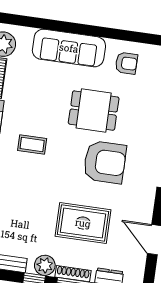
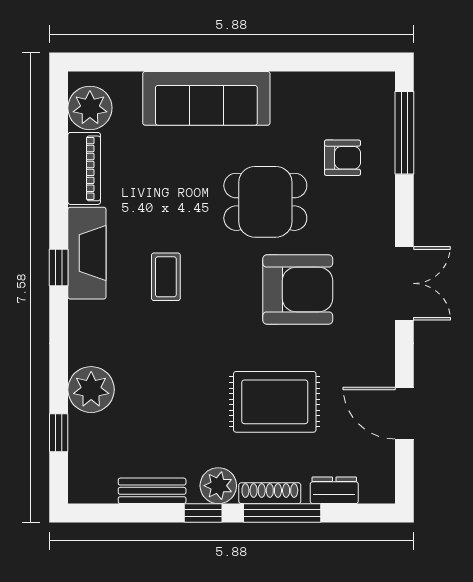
armchair: (126, 63) -> (343, 158), moved
coffee table: (32, 144) -> (166, 277), turned 90

